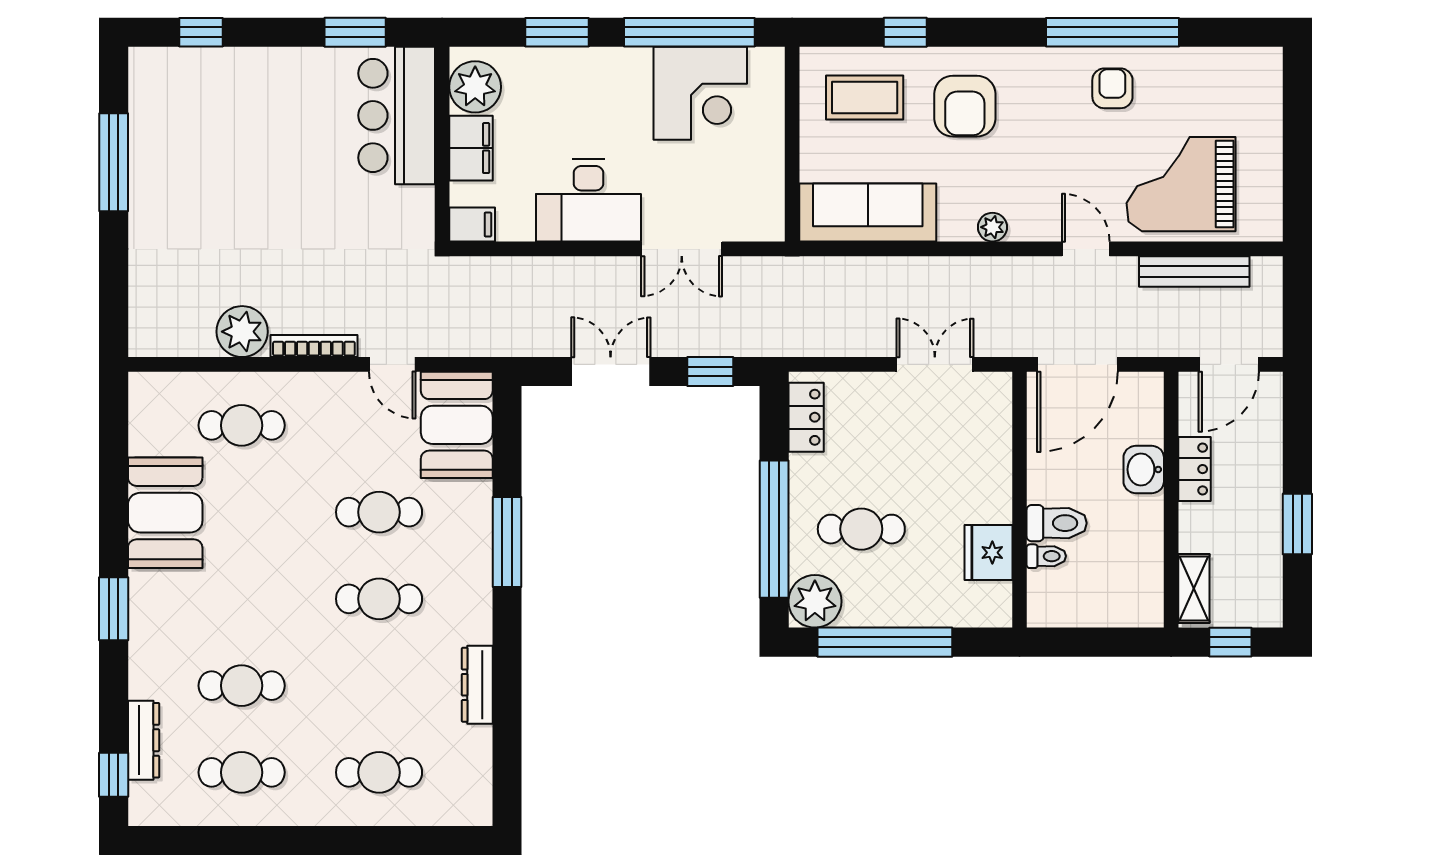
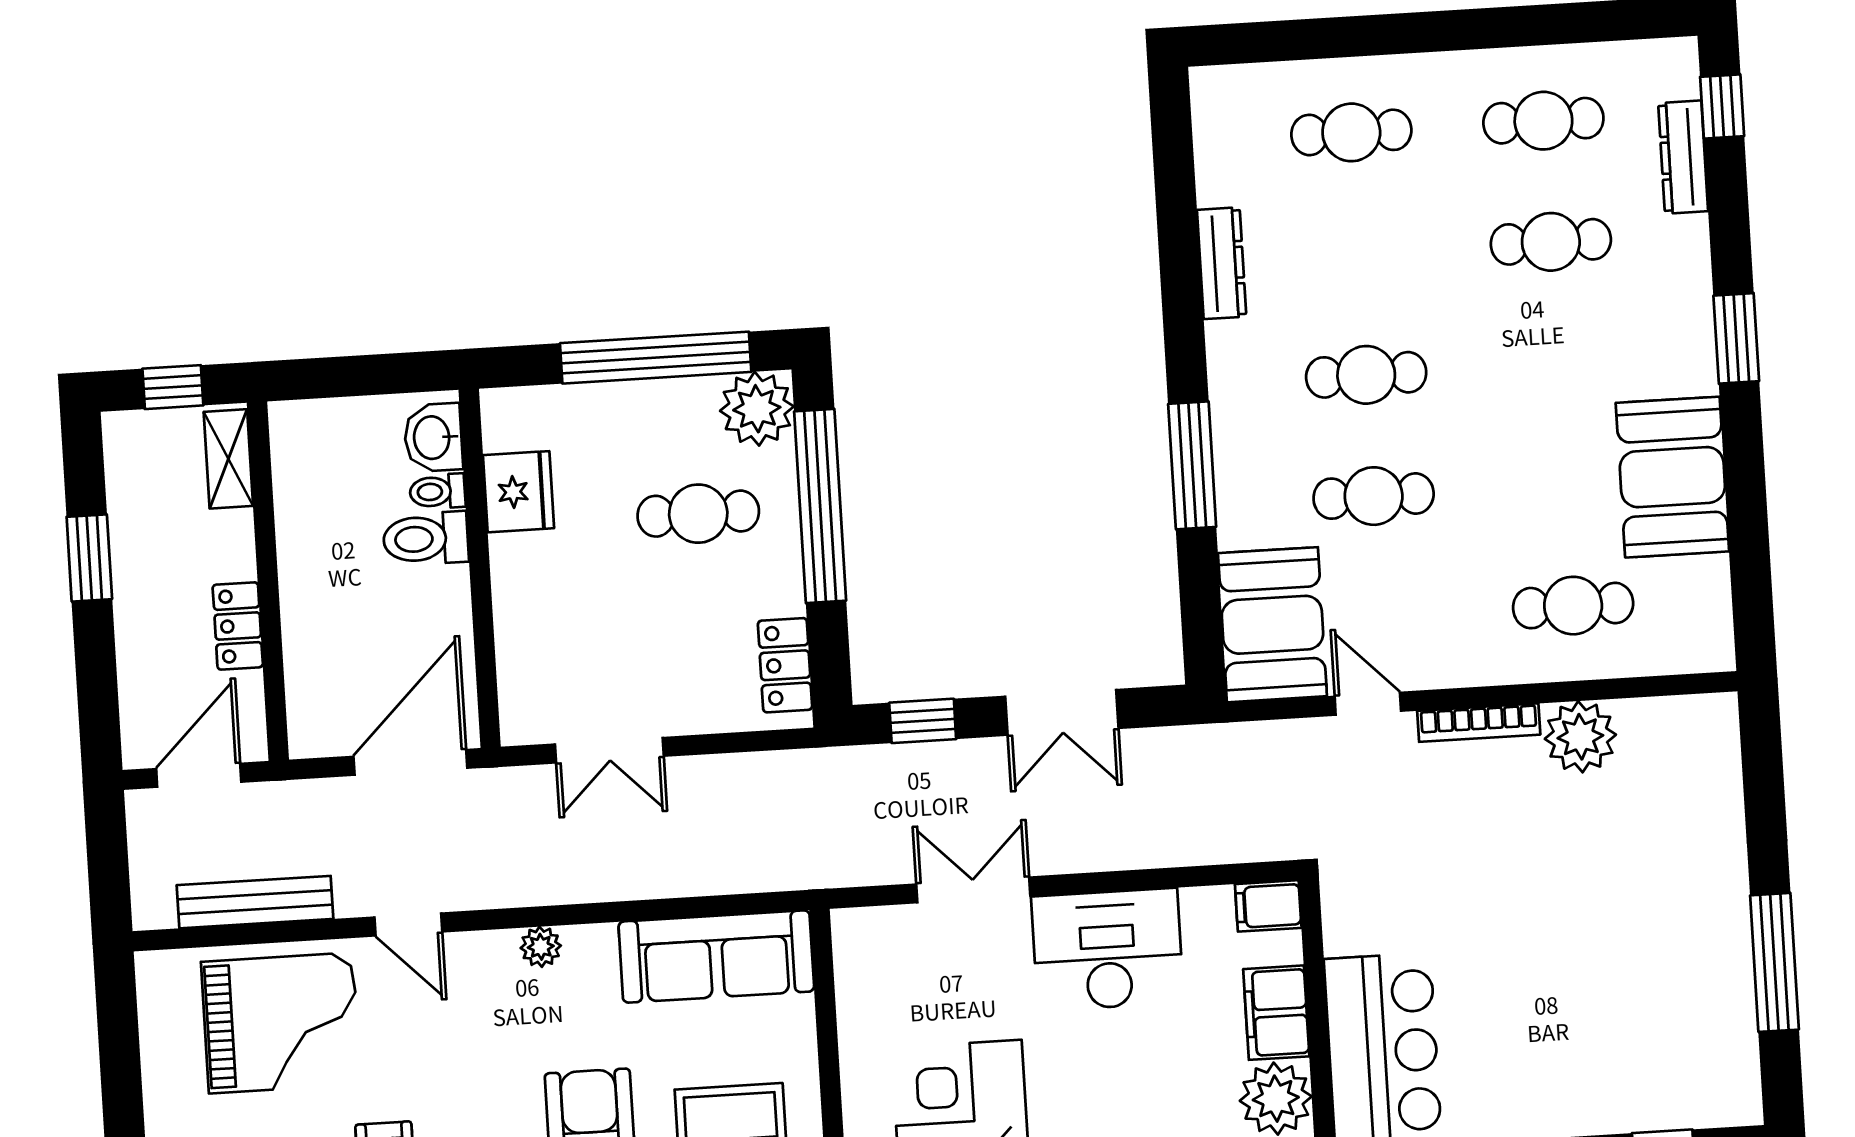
washbasin: (1144, 469) -> (433, 438), moved, turned 180

